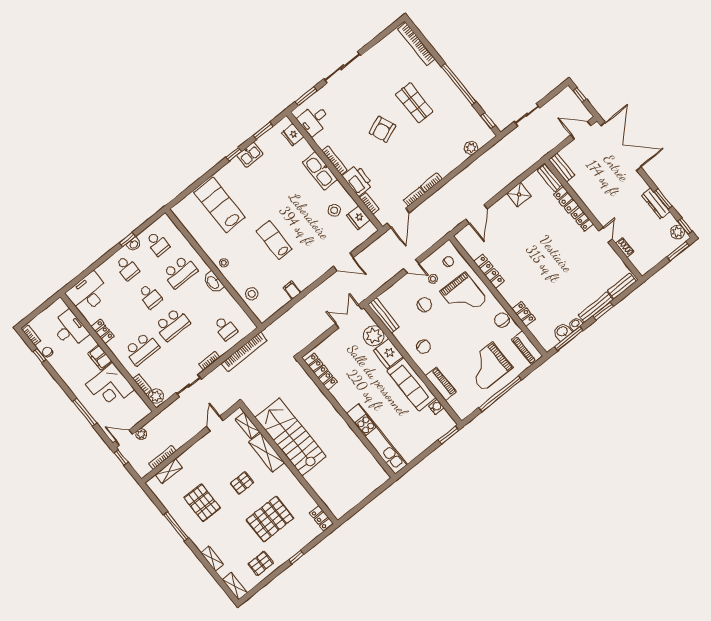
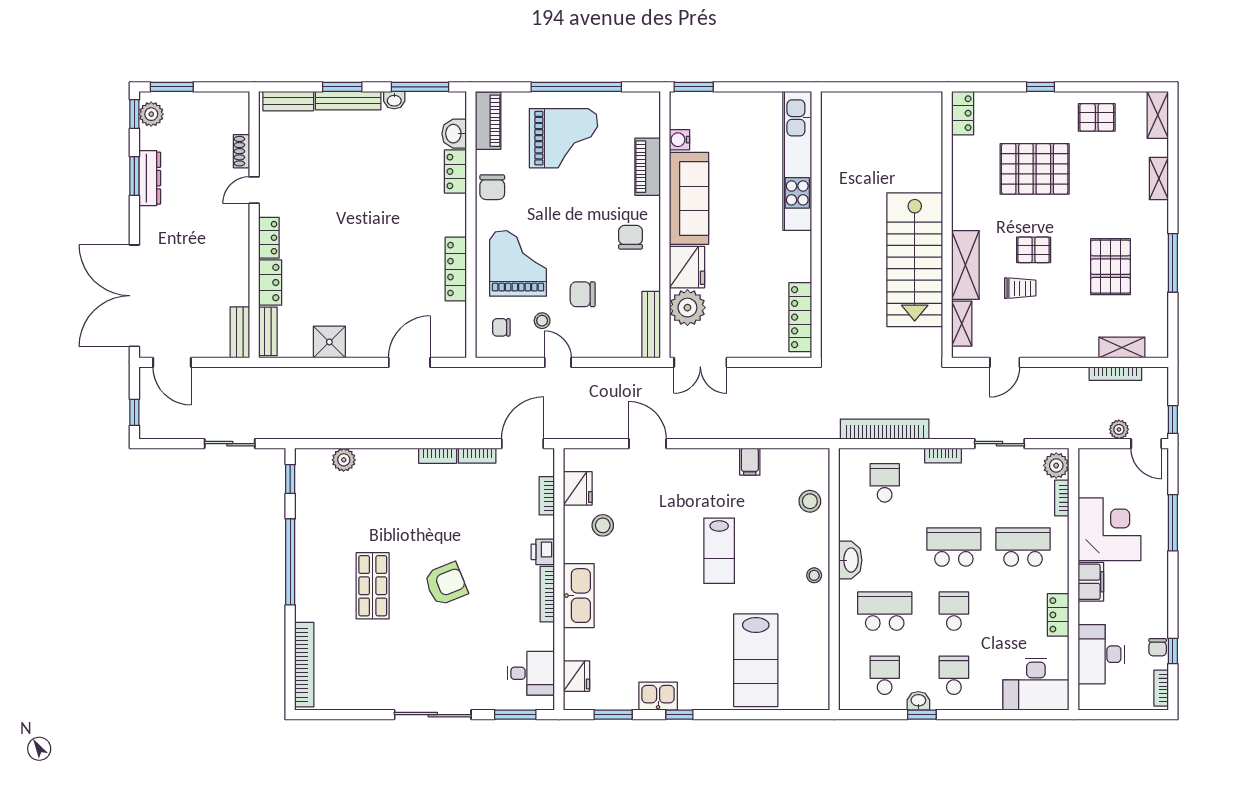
printer: (358, 180) -> (543, 552), width x0.53, depth x0.68
washbasin: (562, 332) -> (454, 134), moved, turned 90
trolley: (234, 462) -> (1020, 288), added

